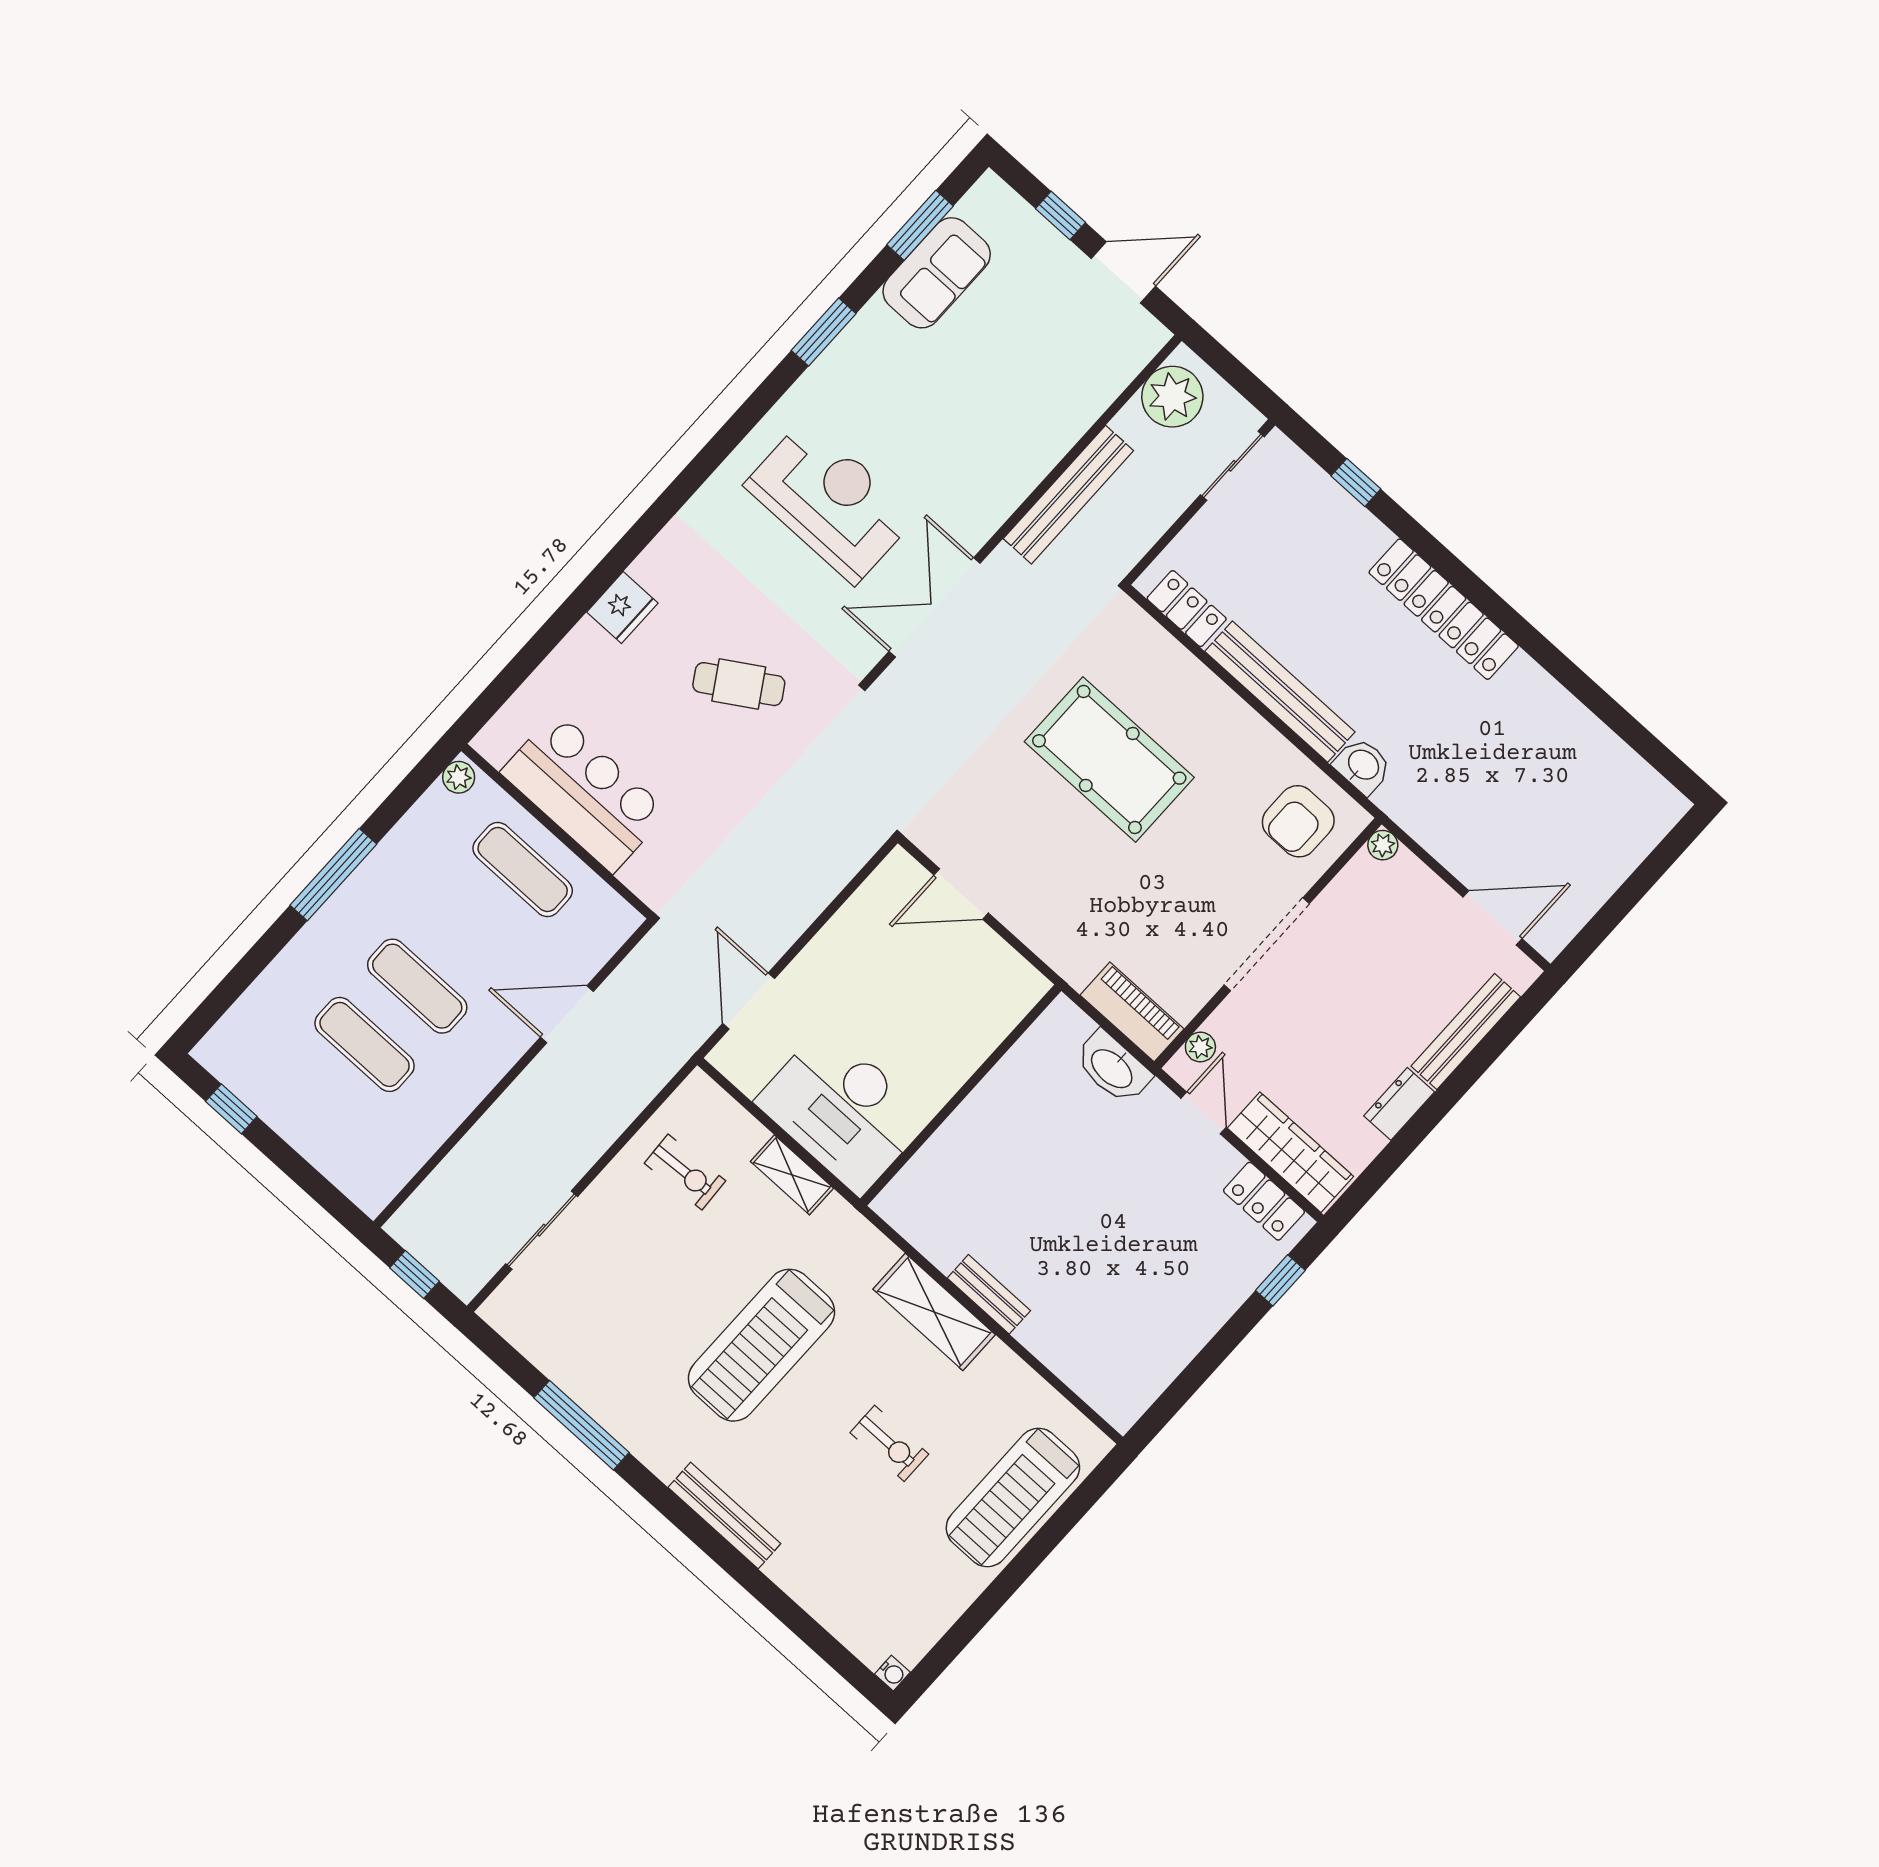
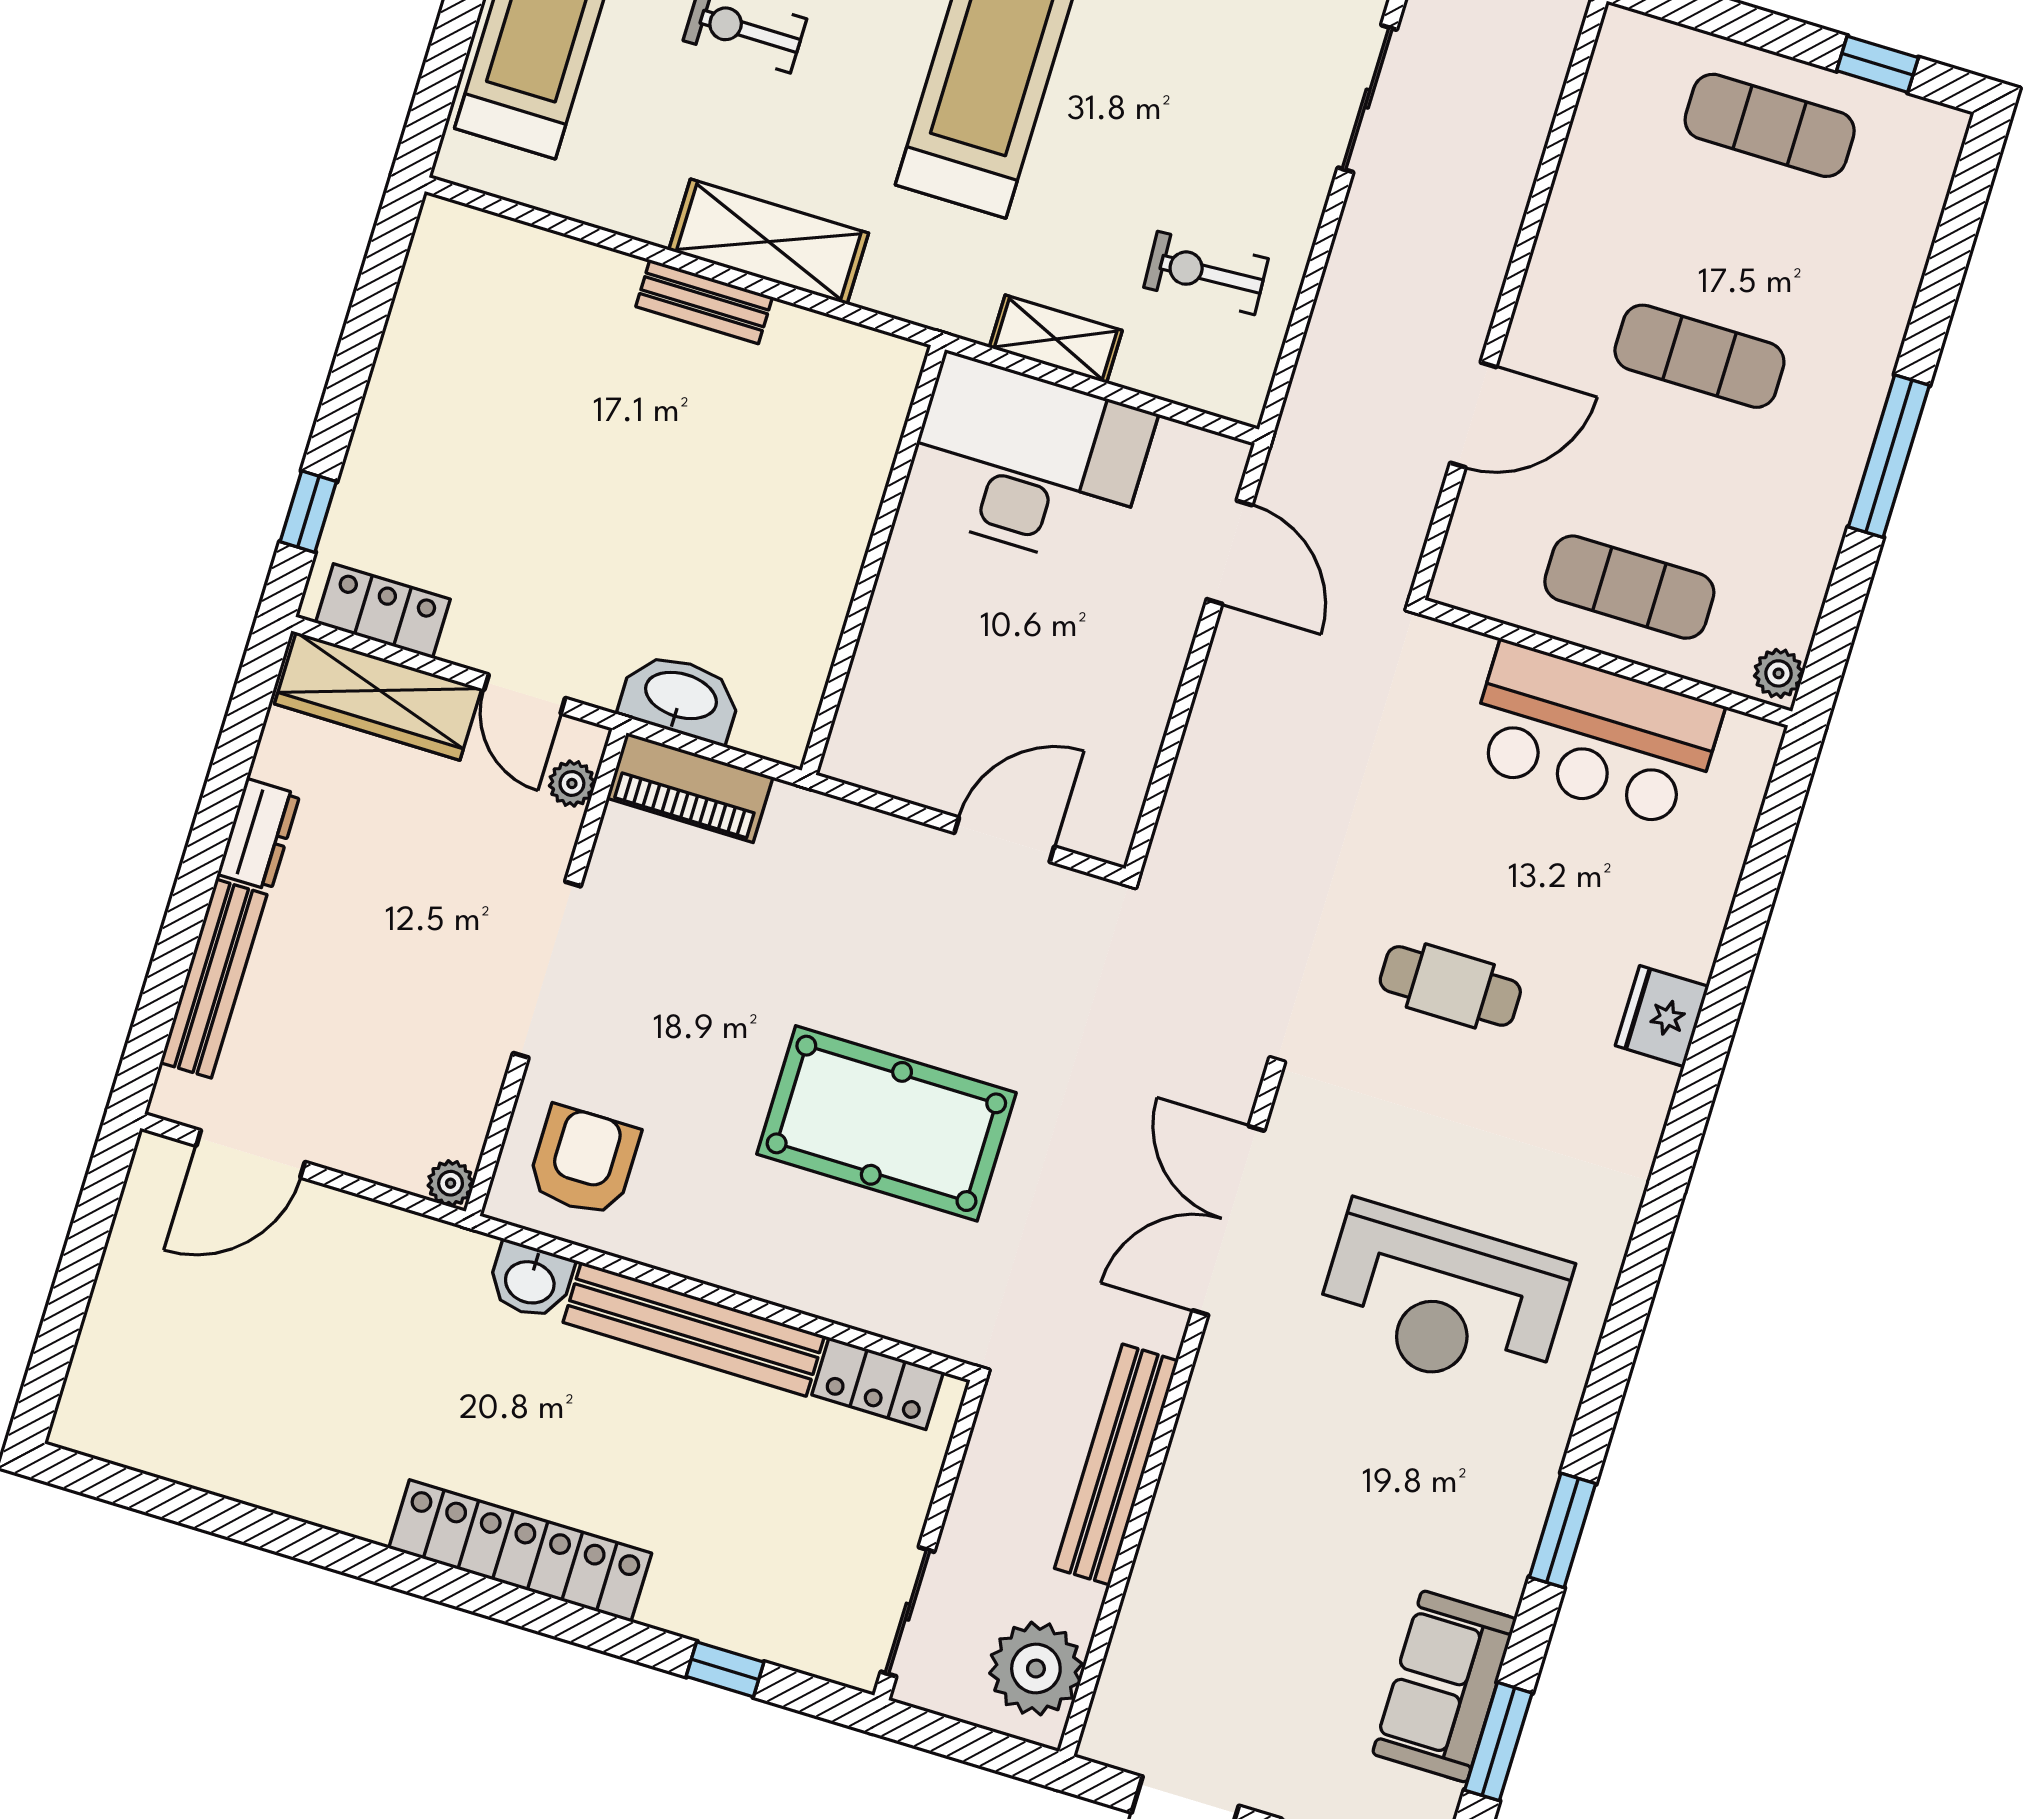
double door: (935, 607) -> (1228, 1221), swing flipped
cafe table: (739, 684) -> (1450, 986), turned 32
exercise mat: (365, 1044) -> (1770, 125), moved

